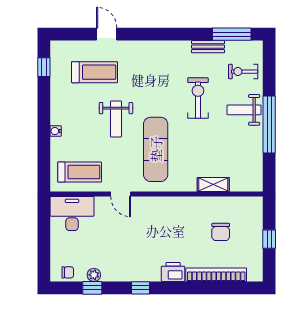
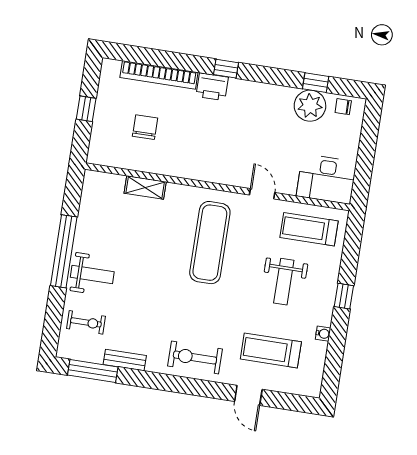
window: (44, 67) -> (344, 296), moved
exercise bike: (198, 98) -> (195, 357), moved, turned 90
weight bench: (116, 119) -> (284, 282), moved, turned 180
water cooler: (56, 131) -> (323, 334), moved
plant: (94, 275) -> (310, 106), width x1.88, depth x1.88
window: (141, 288) -> (226, 69), moved

